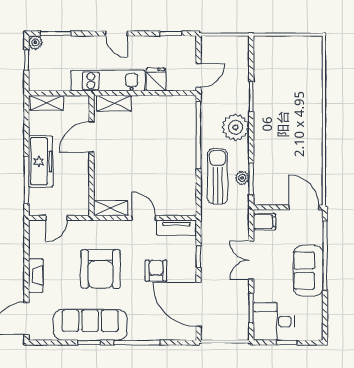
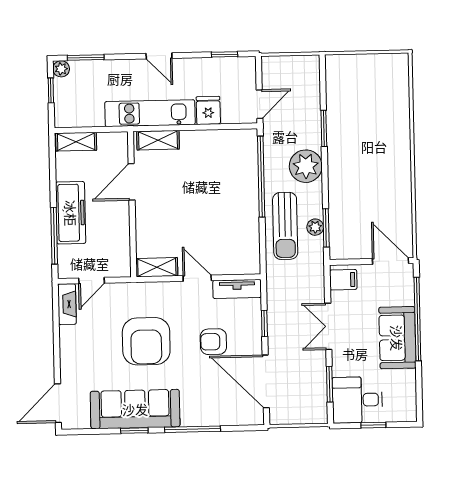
sun lounger: (217, 176) -> (285, 226), turned 180
armchair: (156, 271) -> (213, 342), turned -90
fireplace: (36, 276) -> (67, 304), moved

